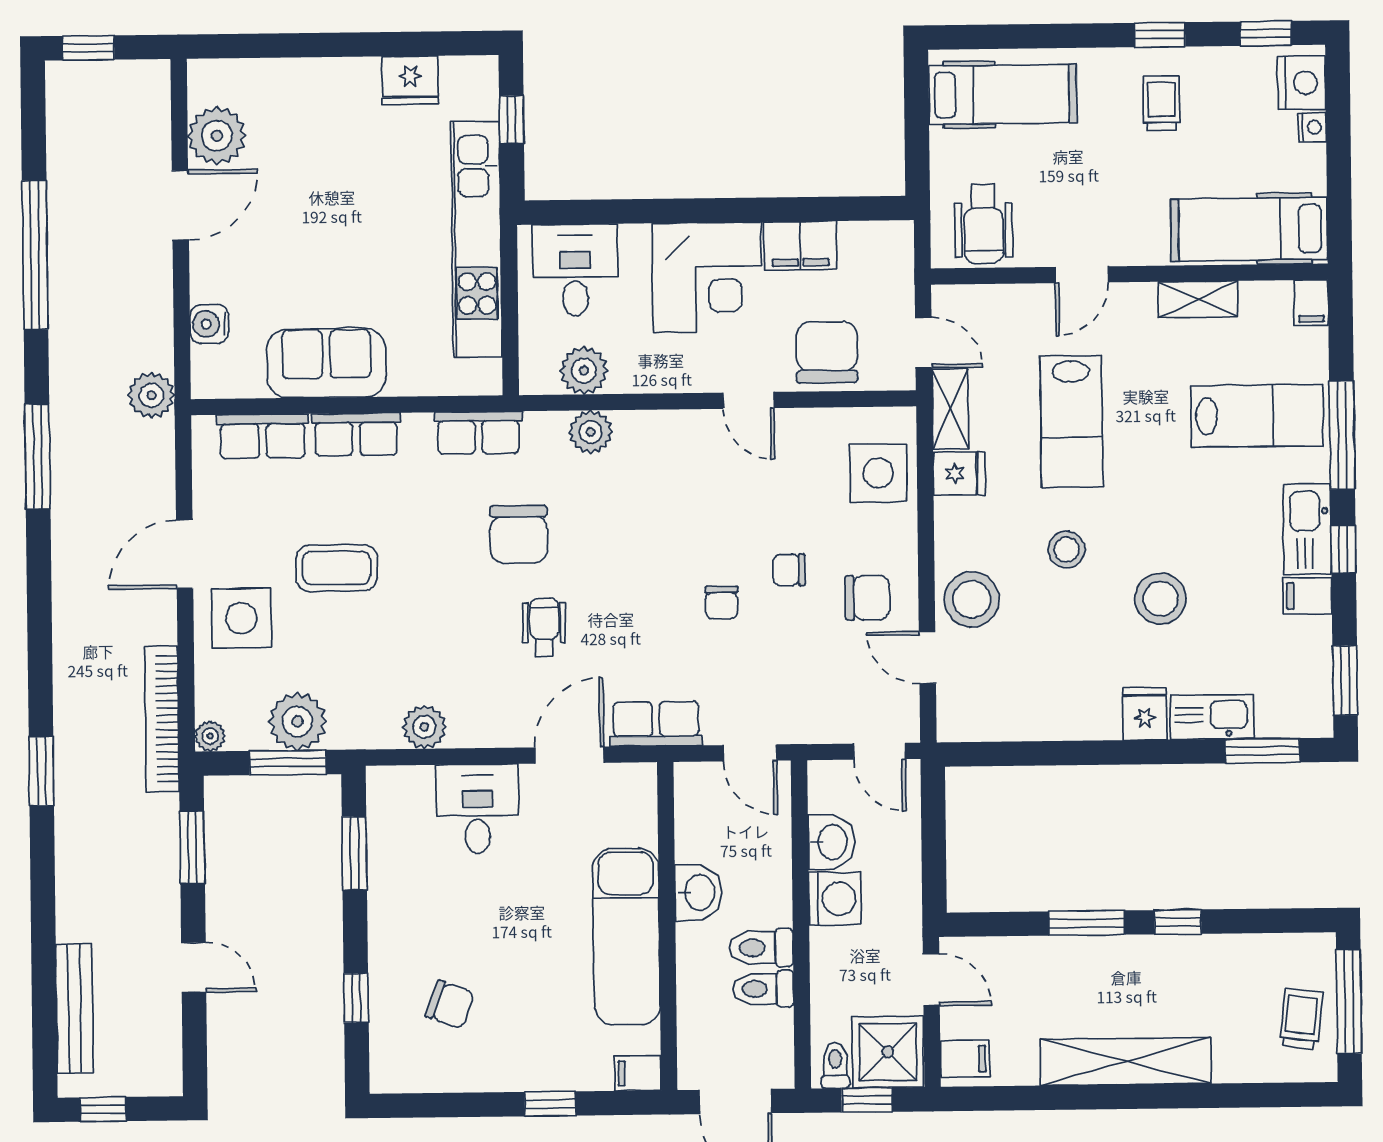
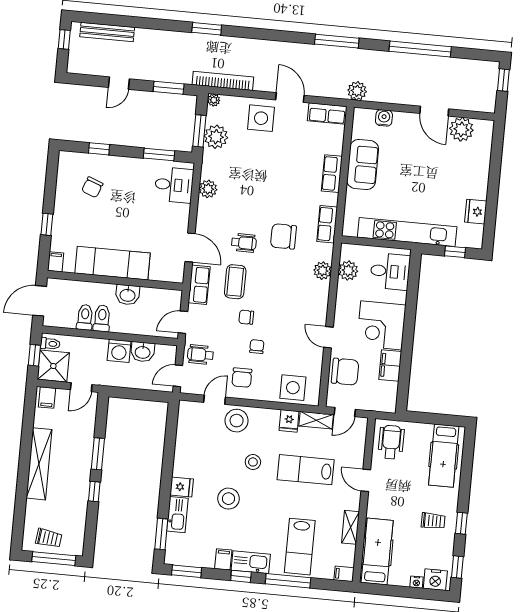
wheelchair: (984, 224) -> (391, 442), turned 90
door: (749, 400) -> (329, 337), hinge flipped
row of seats: (263, 436) -> (327, 114), moved, turned -90
coffee table: (336, 568) -> (235, 282), moved
wheelchair: (823, 703) -> (200, 355), added
desk: (477, 809) -> (174, 185), moved

